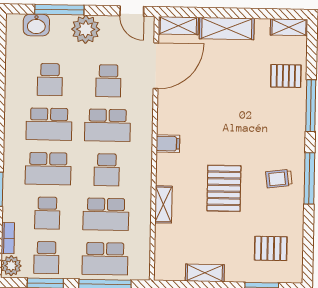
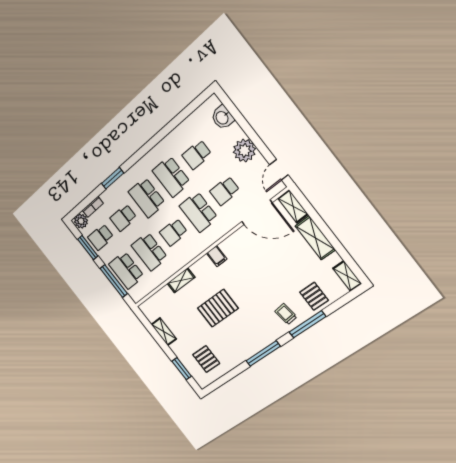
window: (59, 10) -> (243, 124), removed
trolley: (279, 179) -> (286, 314), moved

